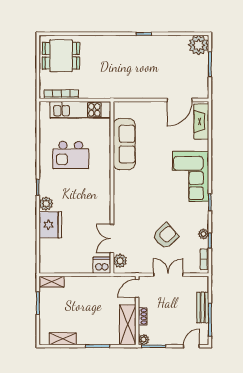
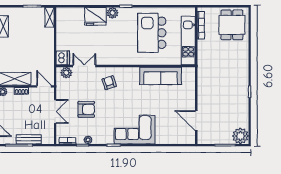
fireplace: (201, 122) -> (179, 138), removed
kitchen island: (71, 155) -> (152, 33), width x1.37, depth x1.28
armchair: (133, 208) -> (109, 83), added
armchair: (166, 236) -> (86, 109), turned -47

